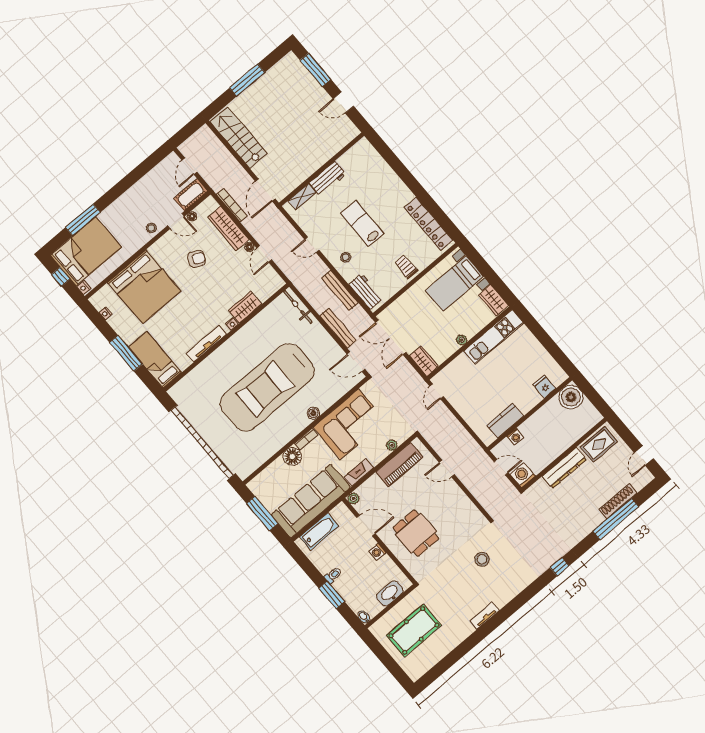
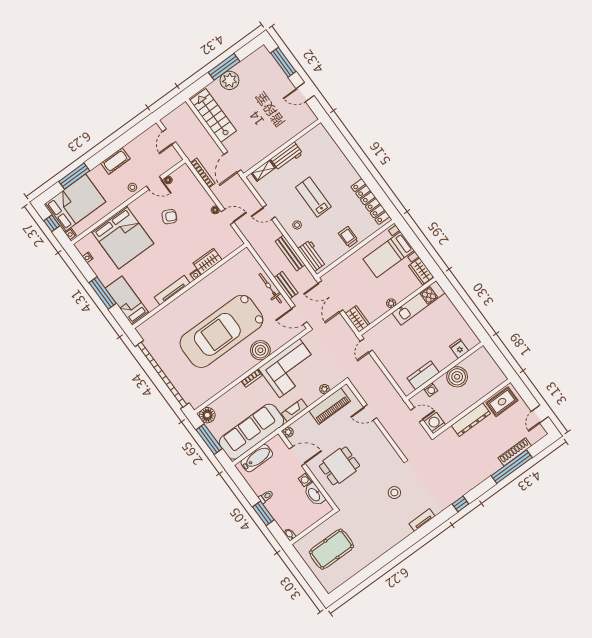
plant: (255, 95) -> (230, 80), added
cot: (191, 195) -> (115, 161), moved
wardrobe: (228, 228) -> (198, 193), removed
door: (264, 254) -> (228, 217), swing flipped
bicycle: (298, 307) -> (270, 288), moved
bench: (338, 328) -> (286, 285), width x0.73
boiler: (571, 397) -> (457, 377), moved
boiler: (313, 413) -> (260, 350), width x1.86, depth x1.86
floor lamp: (292, 457) -> (207, 415), moved
dining table: (416, 533) -> (340, 466), turned 90
washbasin: (390, 593) -> (314, 494), moved, turned -90
tv unit: (485, 616) -> (422, 520), moved

